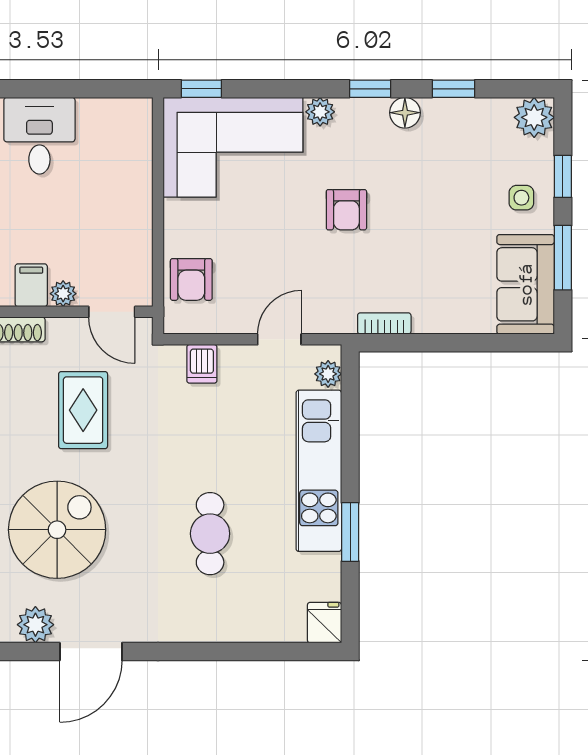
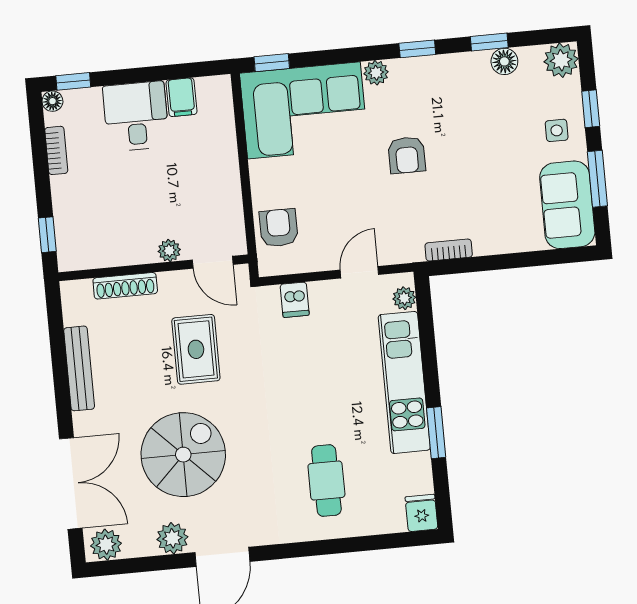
floor lamp: (405, 113) -> (504, 61), moved
armchair: (191, 279) -> (279, 228), turned 180
filing cabinet: (31, 285) -> (181, 97), moved, turned 180
cafe table: (210, 534) -> (326, 481), moved

